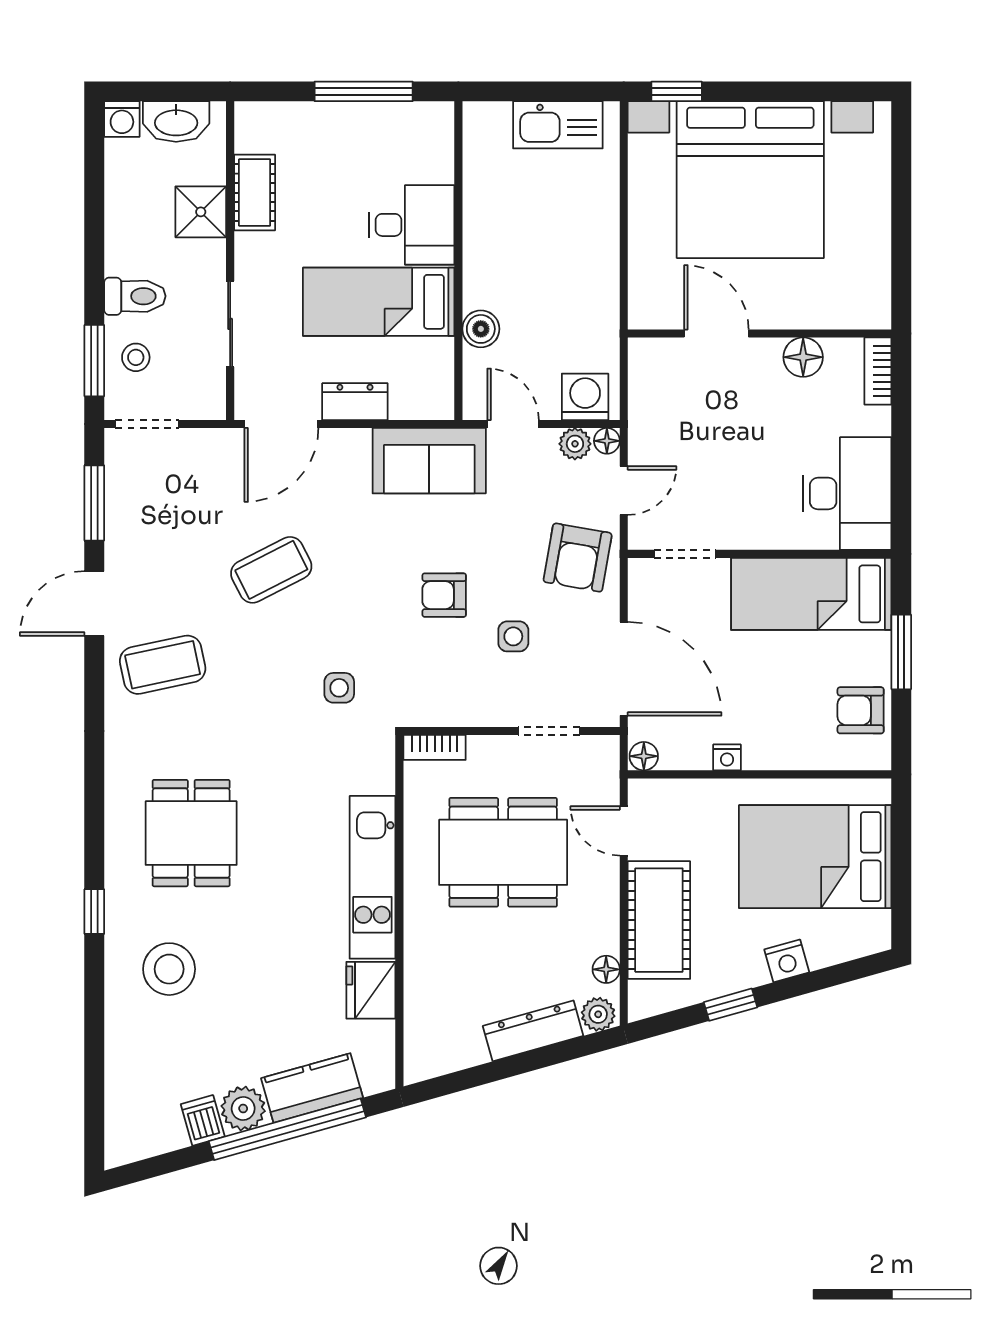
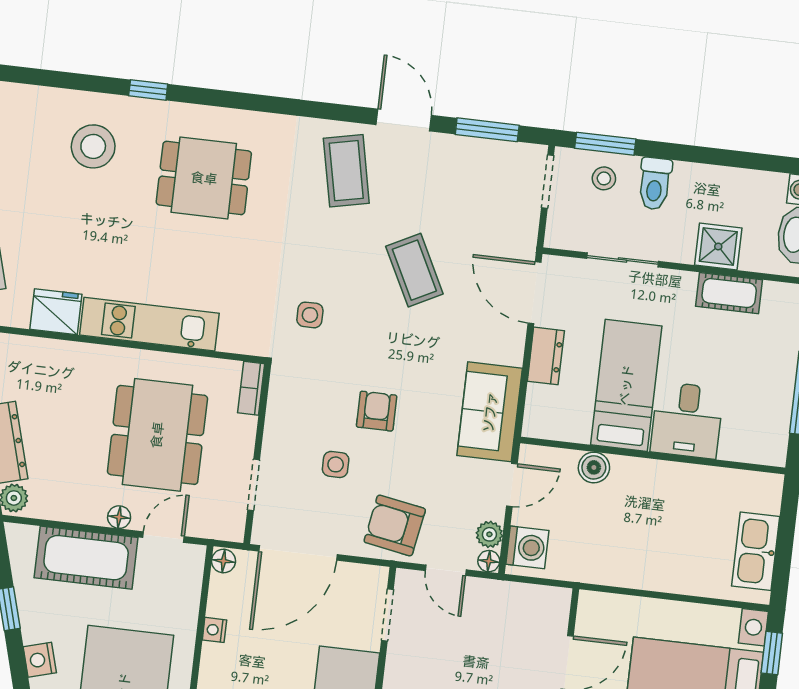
floor lamp: (606, 969) -> (119, 517), moved

